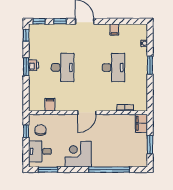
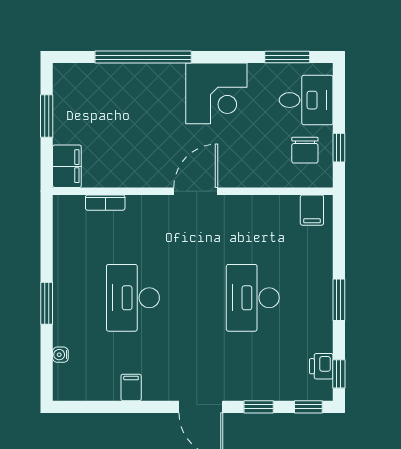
printer: (34, 65) -> (321, 366), moved
filing cabinet: (50, 105) -> (312, 210), moved

